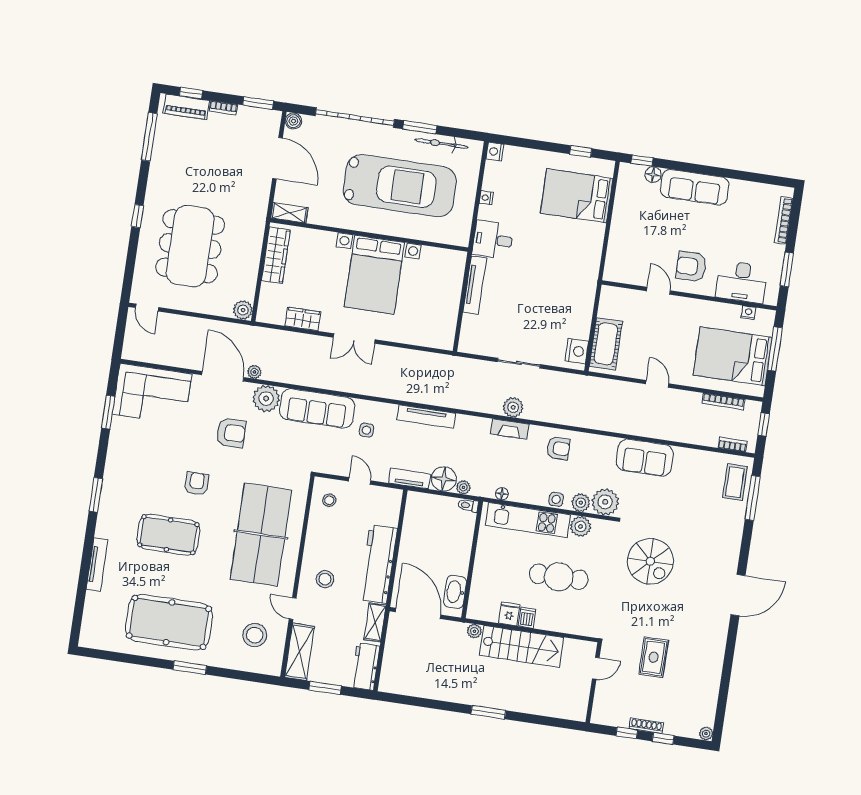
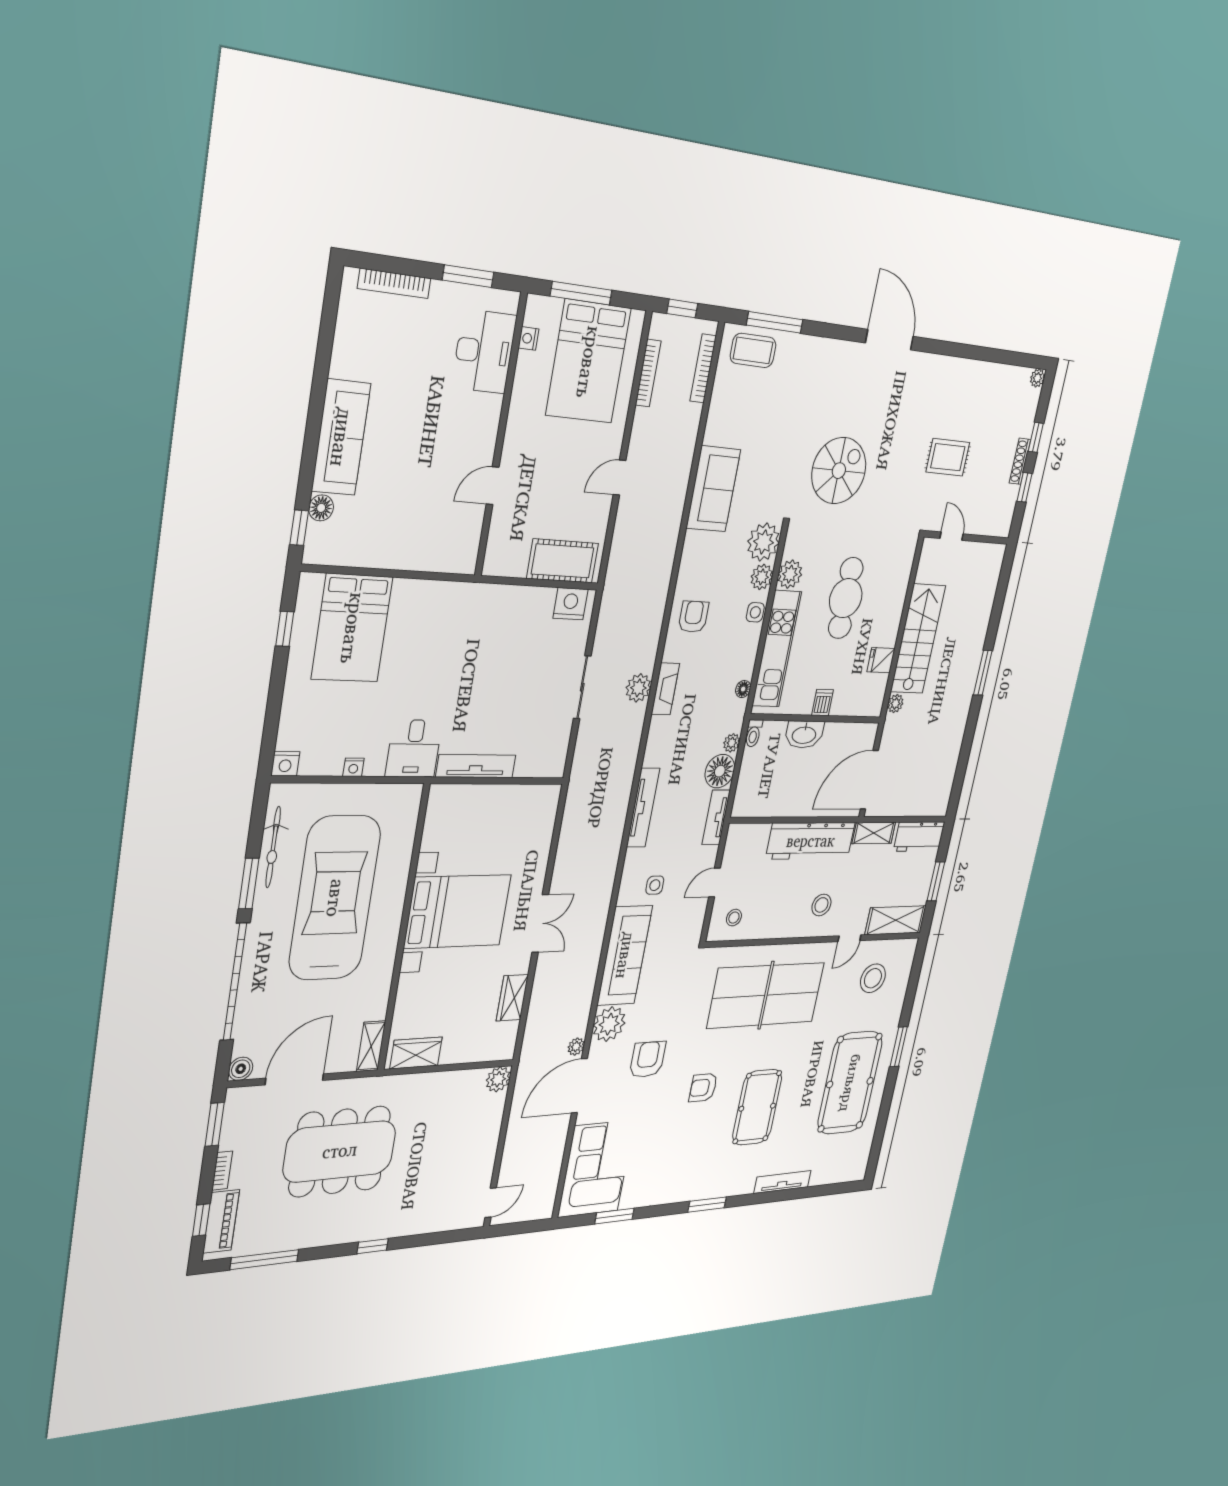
dining table: (190, 246) -> (340, 1151), moved
wardrobe: (276, 255) -> (416, 1053), width x0.67
armchair: (691, 267) -> (459, 436), removed
bookcase: (733, 445) -> (703, 369), width x1.56
washbasin: (455, 592) -> (804, 734), moved
dishwasher: (527, 618) -> (823, 703), moved, turned 90

